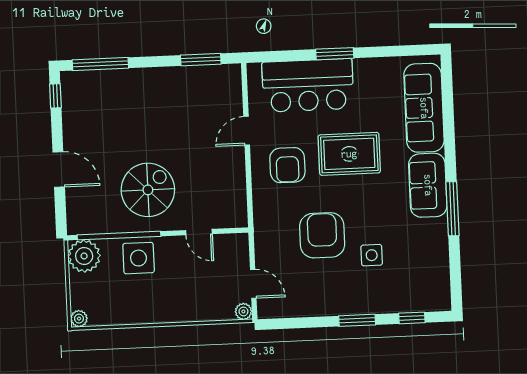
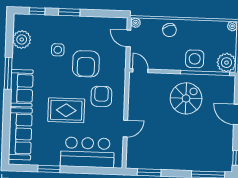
window: (335, 54) -> (49, 169), moved
armchair: (287, 165) -> (101, 96), moved
spiral stairs: (148, 190) -> (186, 98), turned 180
door: (199, 232) -> (140, 71), moved
plant: (434, 268) -> (22, 40), added
chair: (185, 303) -> (169, 30), added

